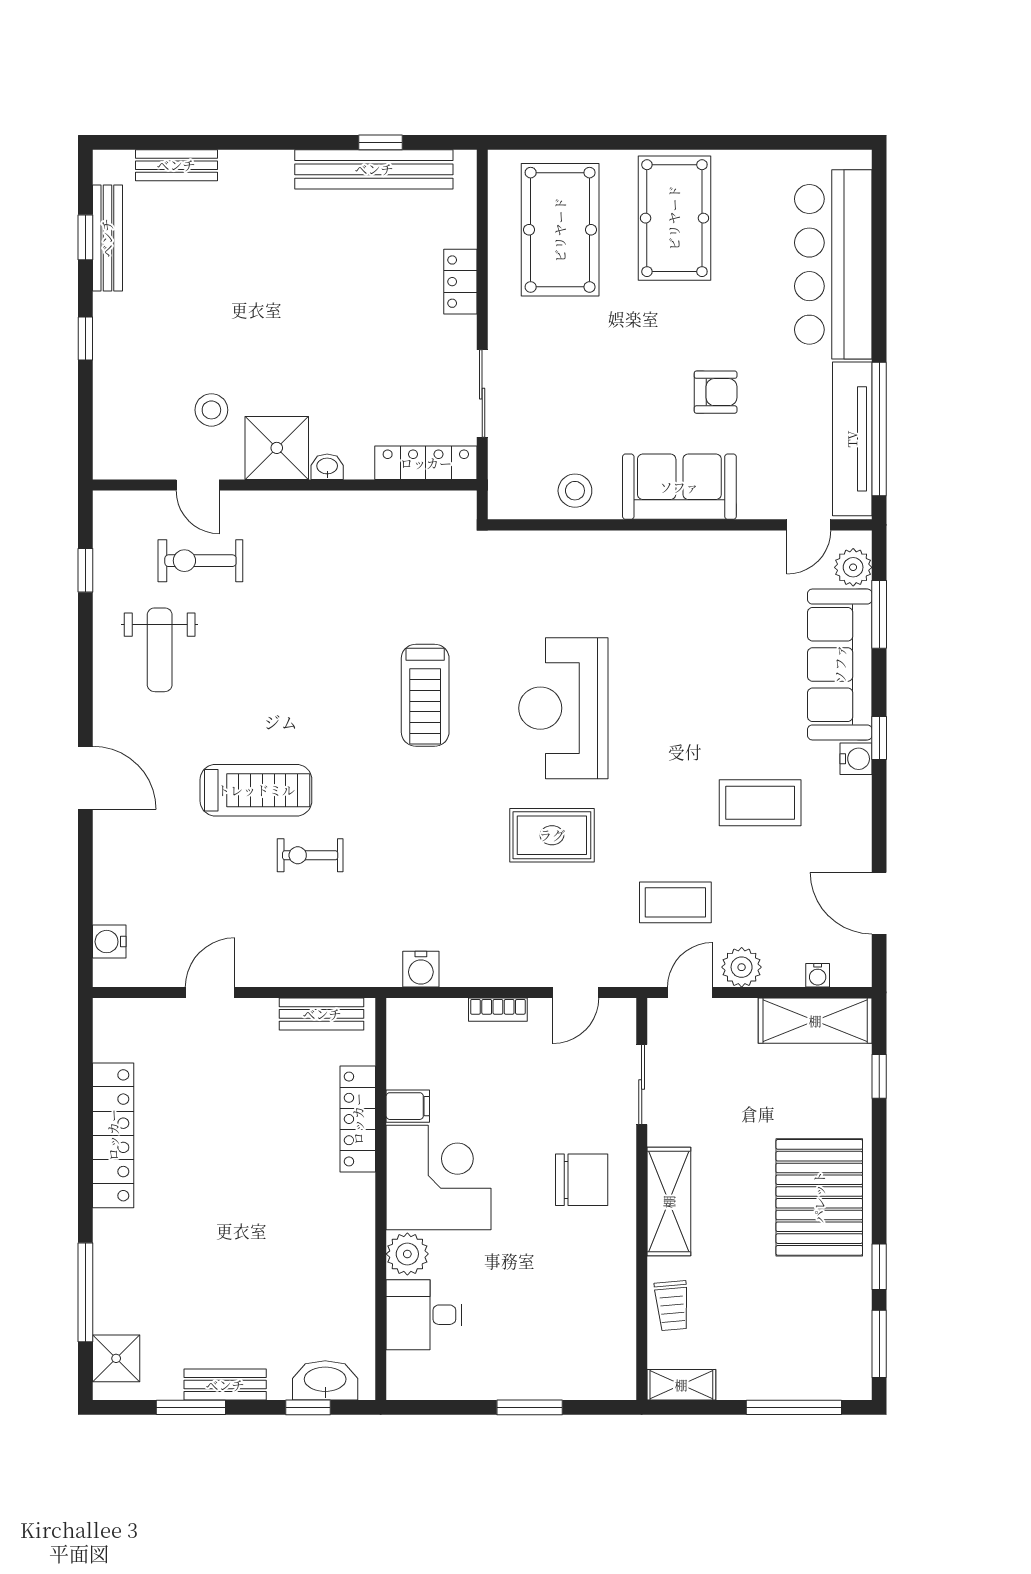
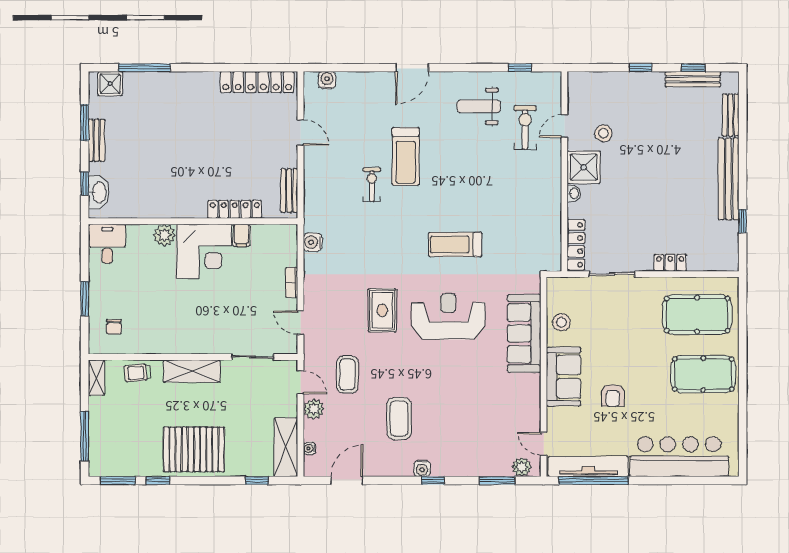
bench: (374, 169) -> (729, 179), moved
sofa: (840, 664) -> (524, 333), moved, turned -90
locker: (113, 1135) -> (257, 82), moved
chair: (582, 1180) -> (114, 327), moved, width x0.54, depth x0.54
desk: (424, 1315) -> (107, 244), moved

